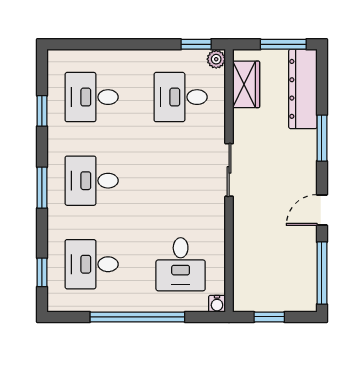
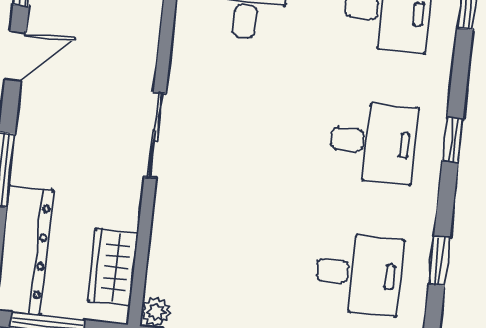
desk: (181, 97) -> (218, 258), removed
window: (42, 188) -> (453, 140), width x0.67

